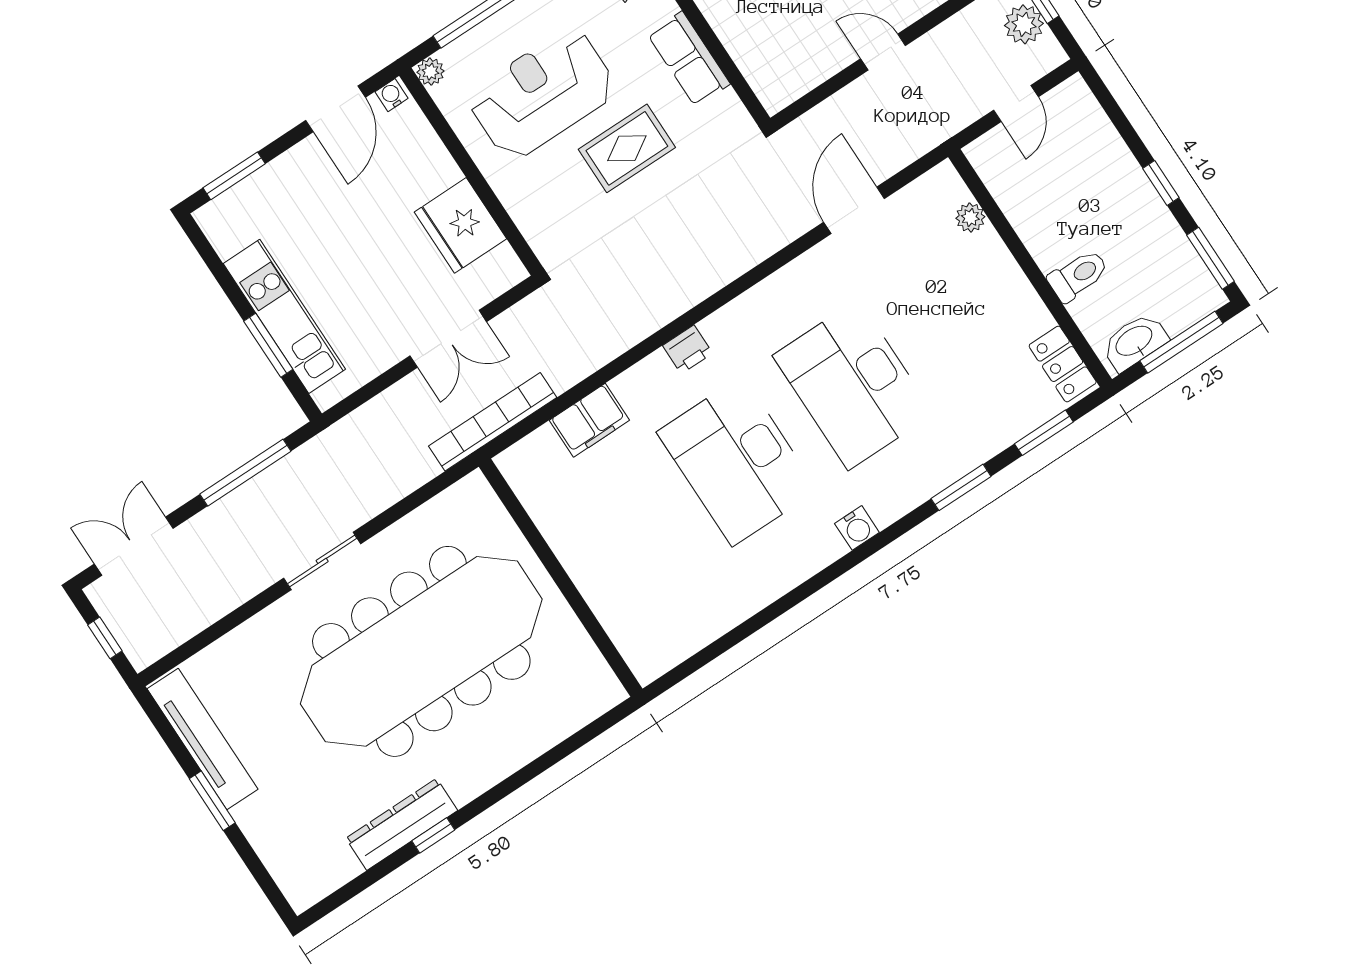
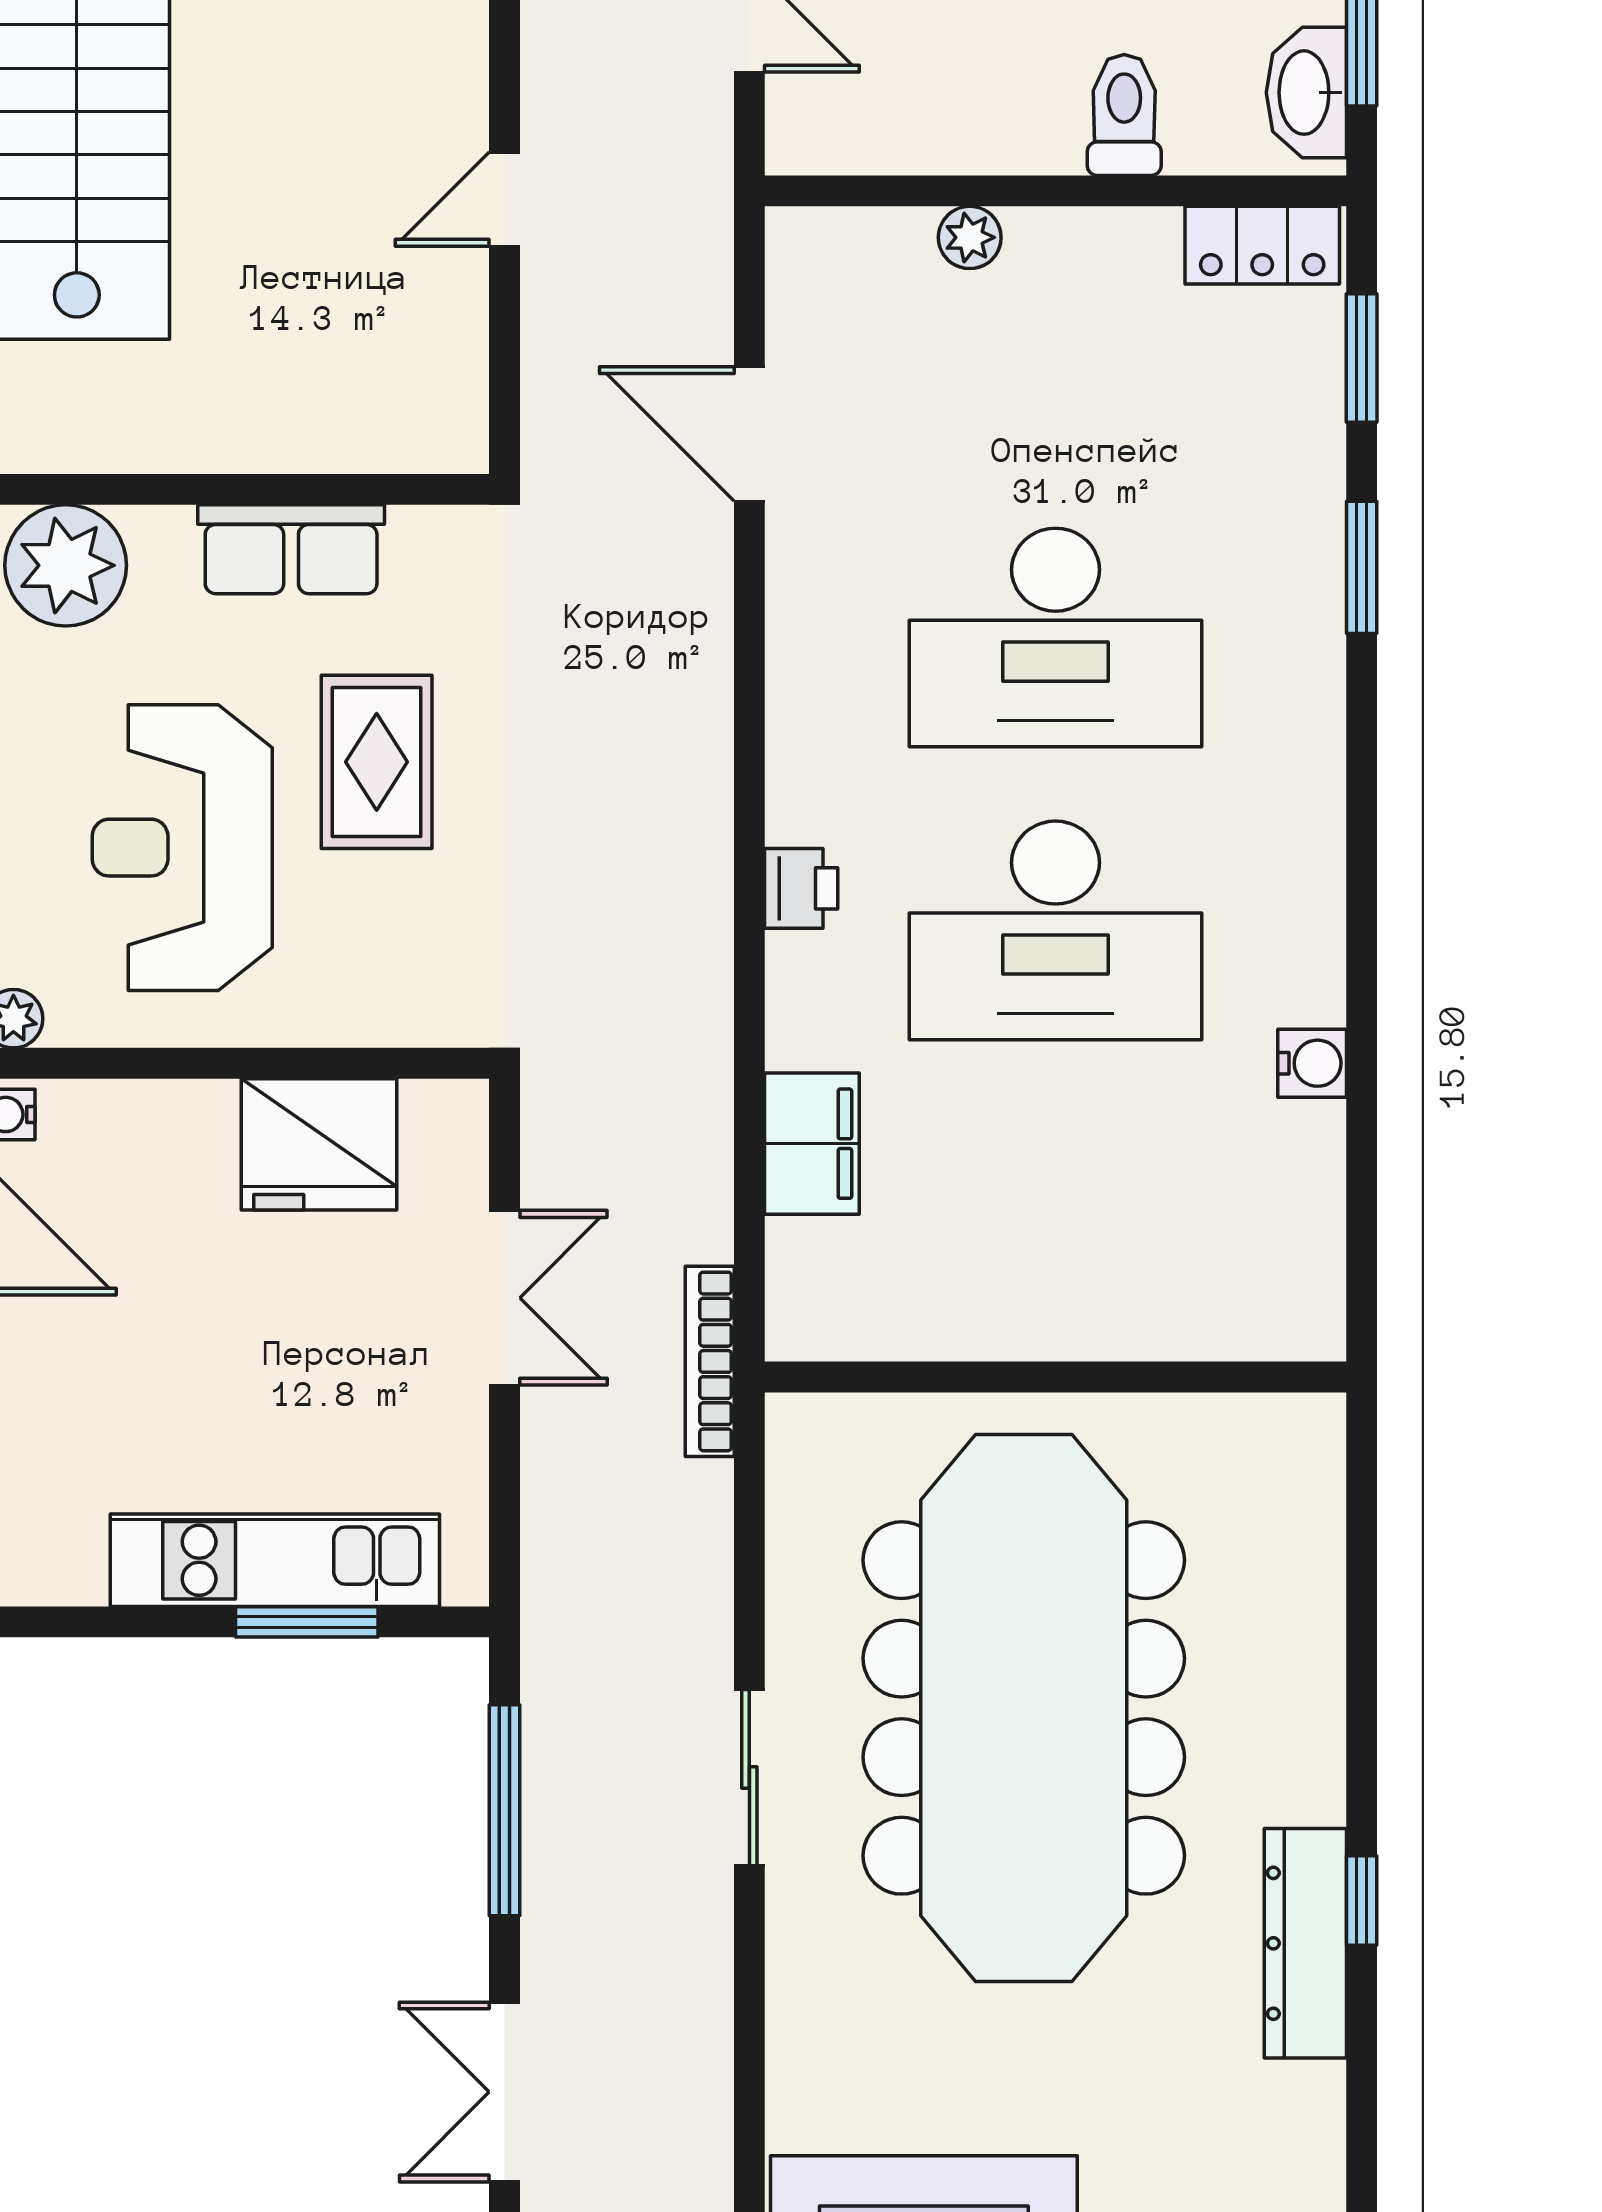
plant: (970, 218) -> (970, 237), moved
bookcase: (493, 422) -> (710, 1361), width x0.68, depth x0.76
water cooler: (857, 528) -> (1312, 1063), moved

